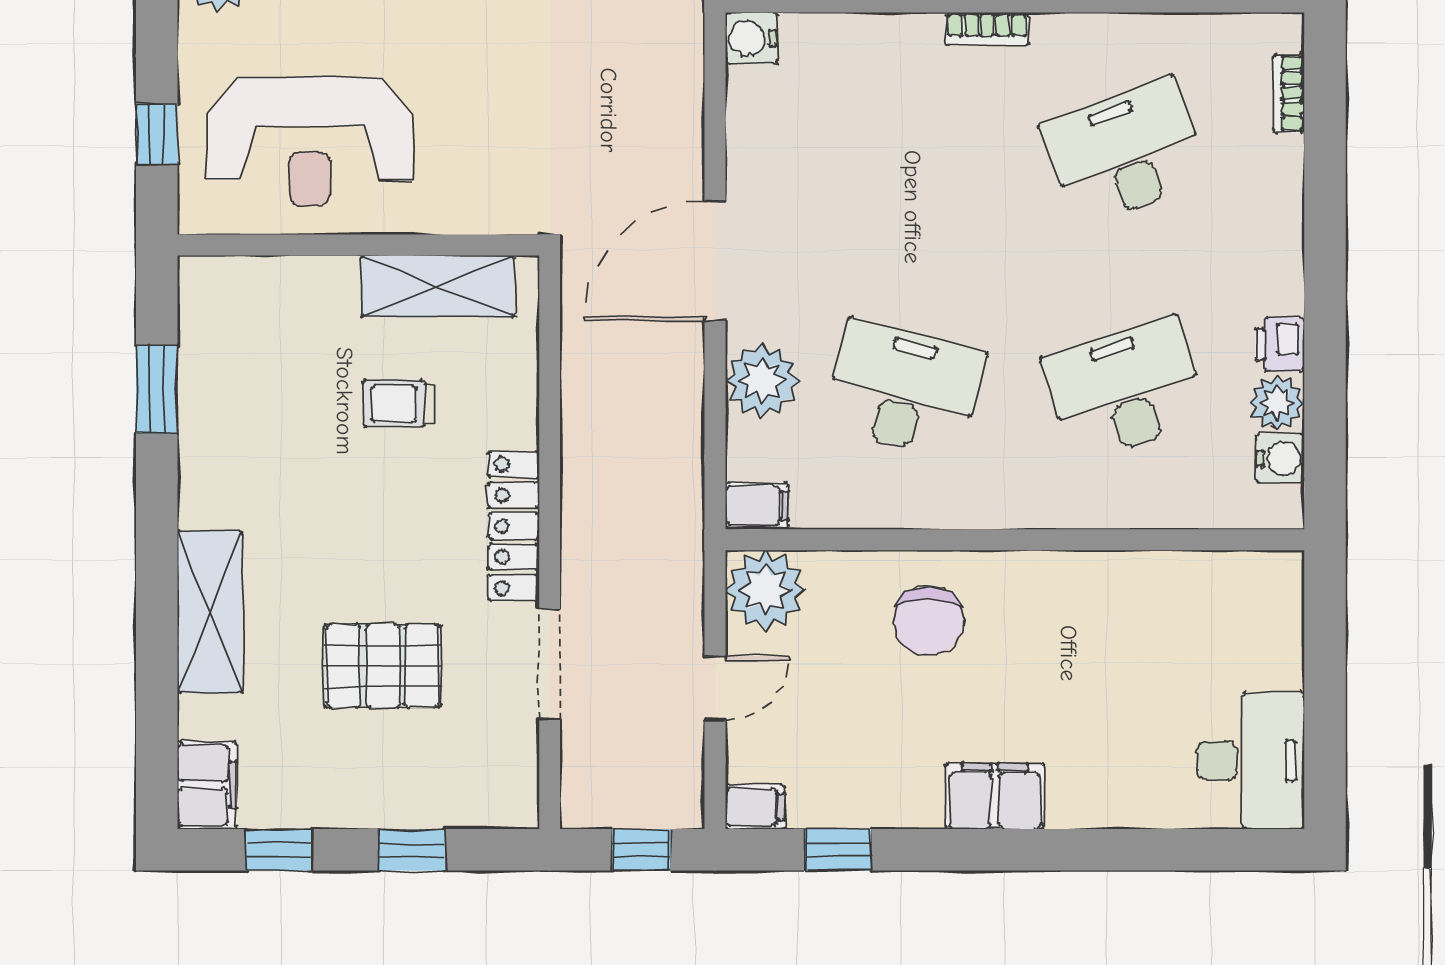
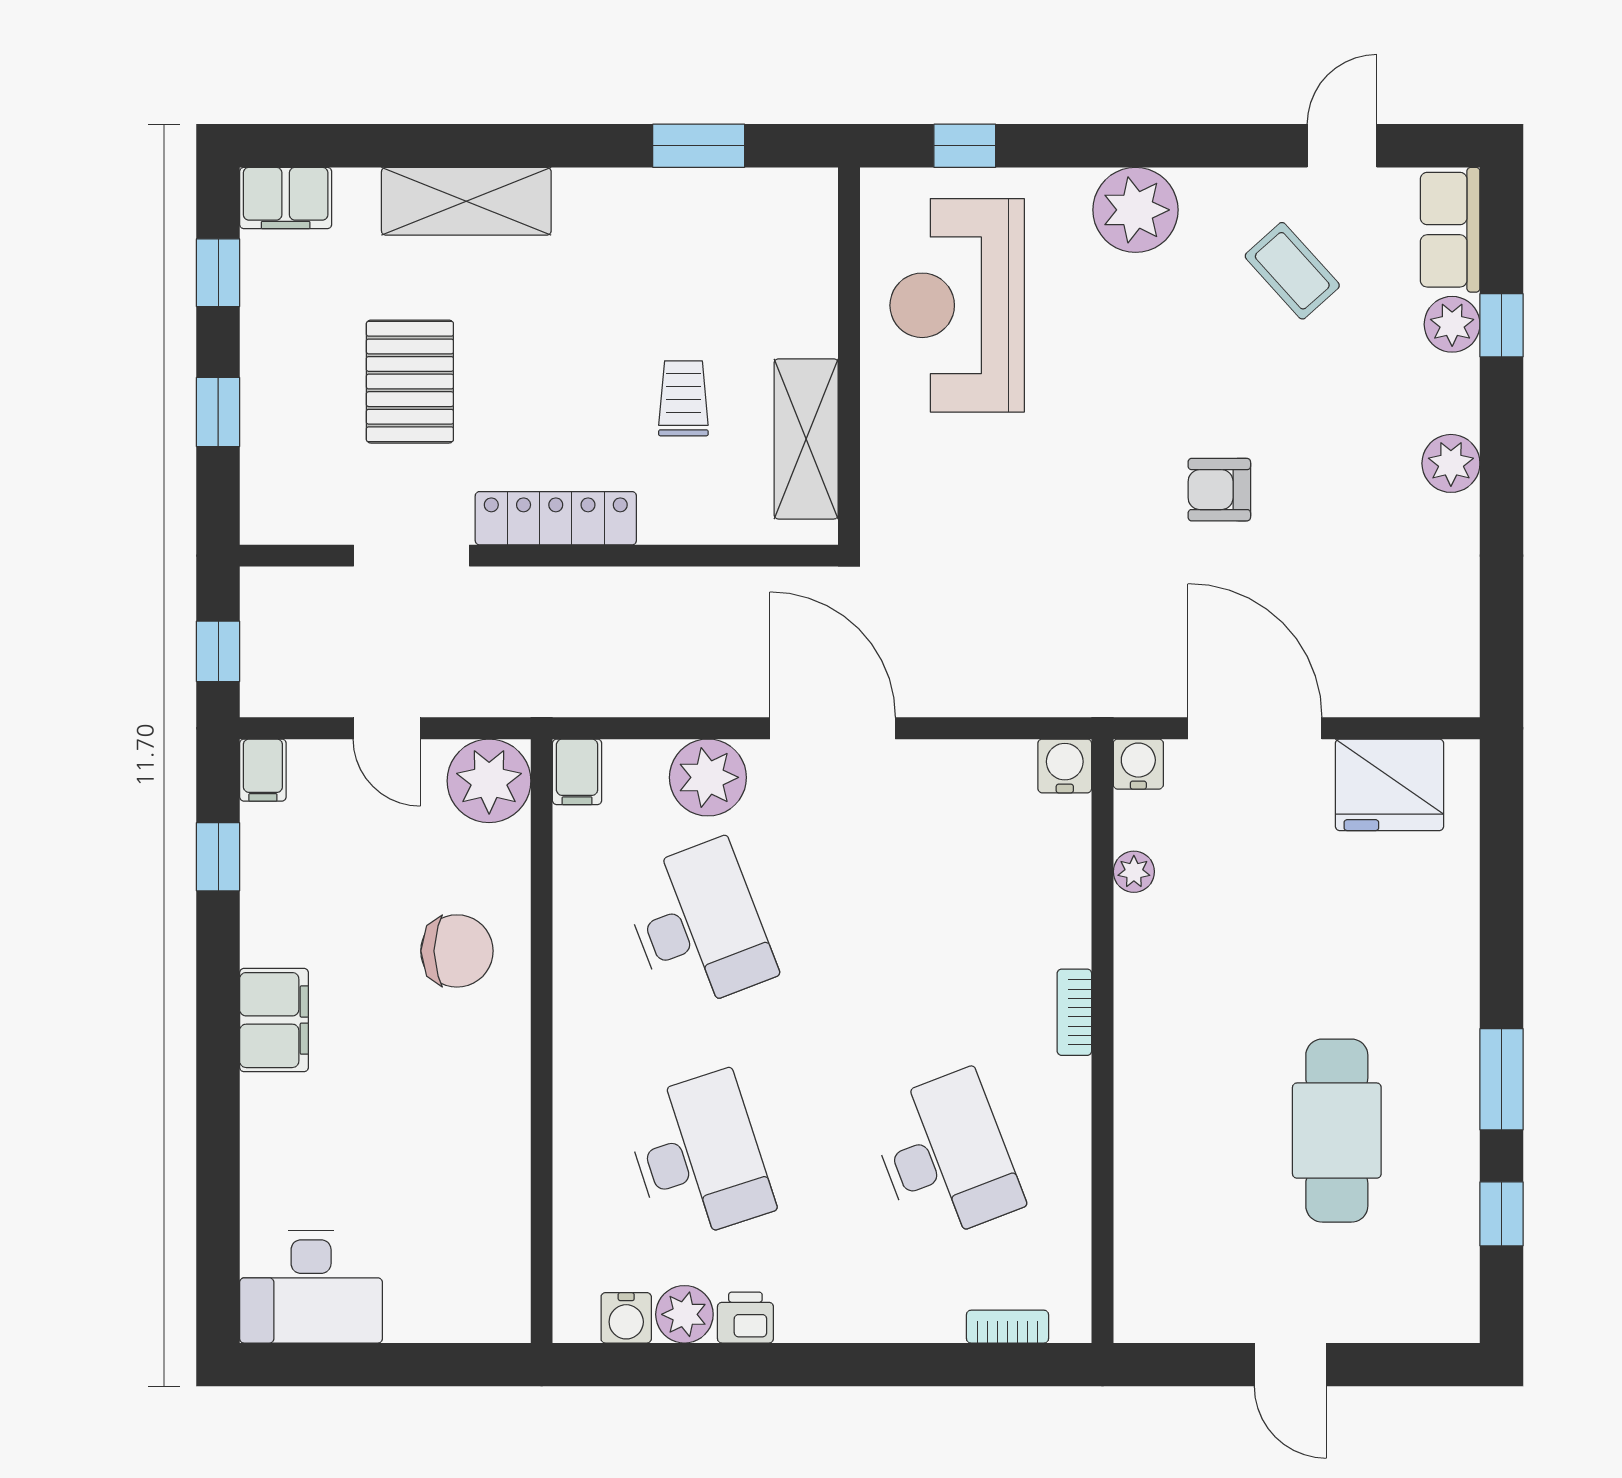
desk: (904, 389) -> (699, 926), turned -36
chair: (929, 621) -> (457, 951), turned 180

